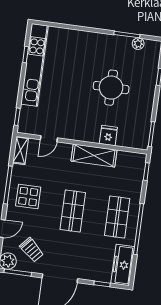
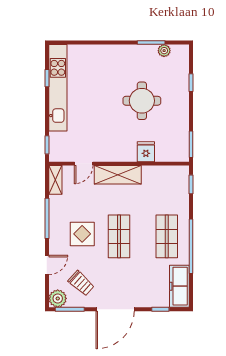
shelving: (94, 155) -> (118, 175), moved
display table: (28, 197) -> (82, 234), moved

